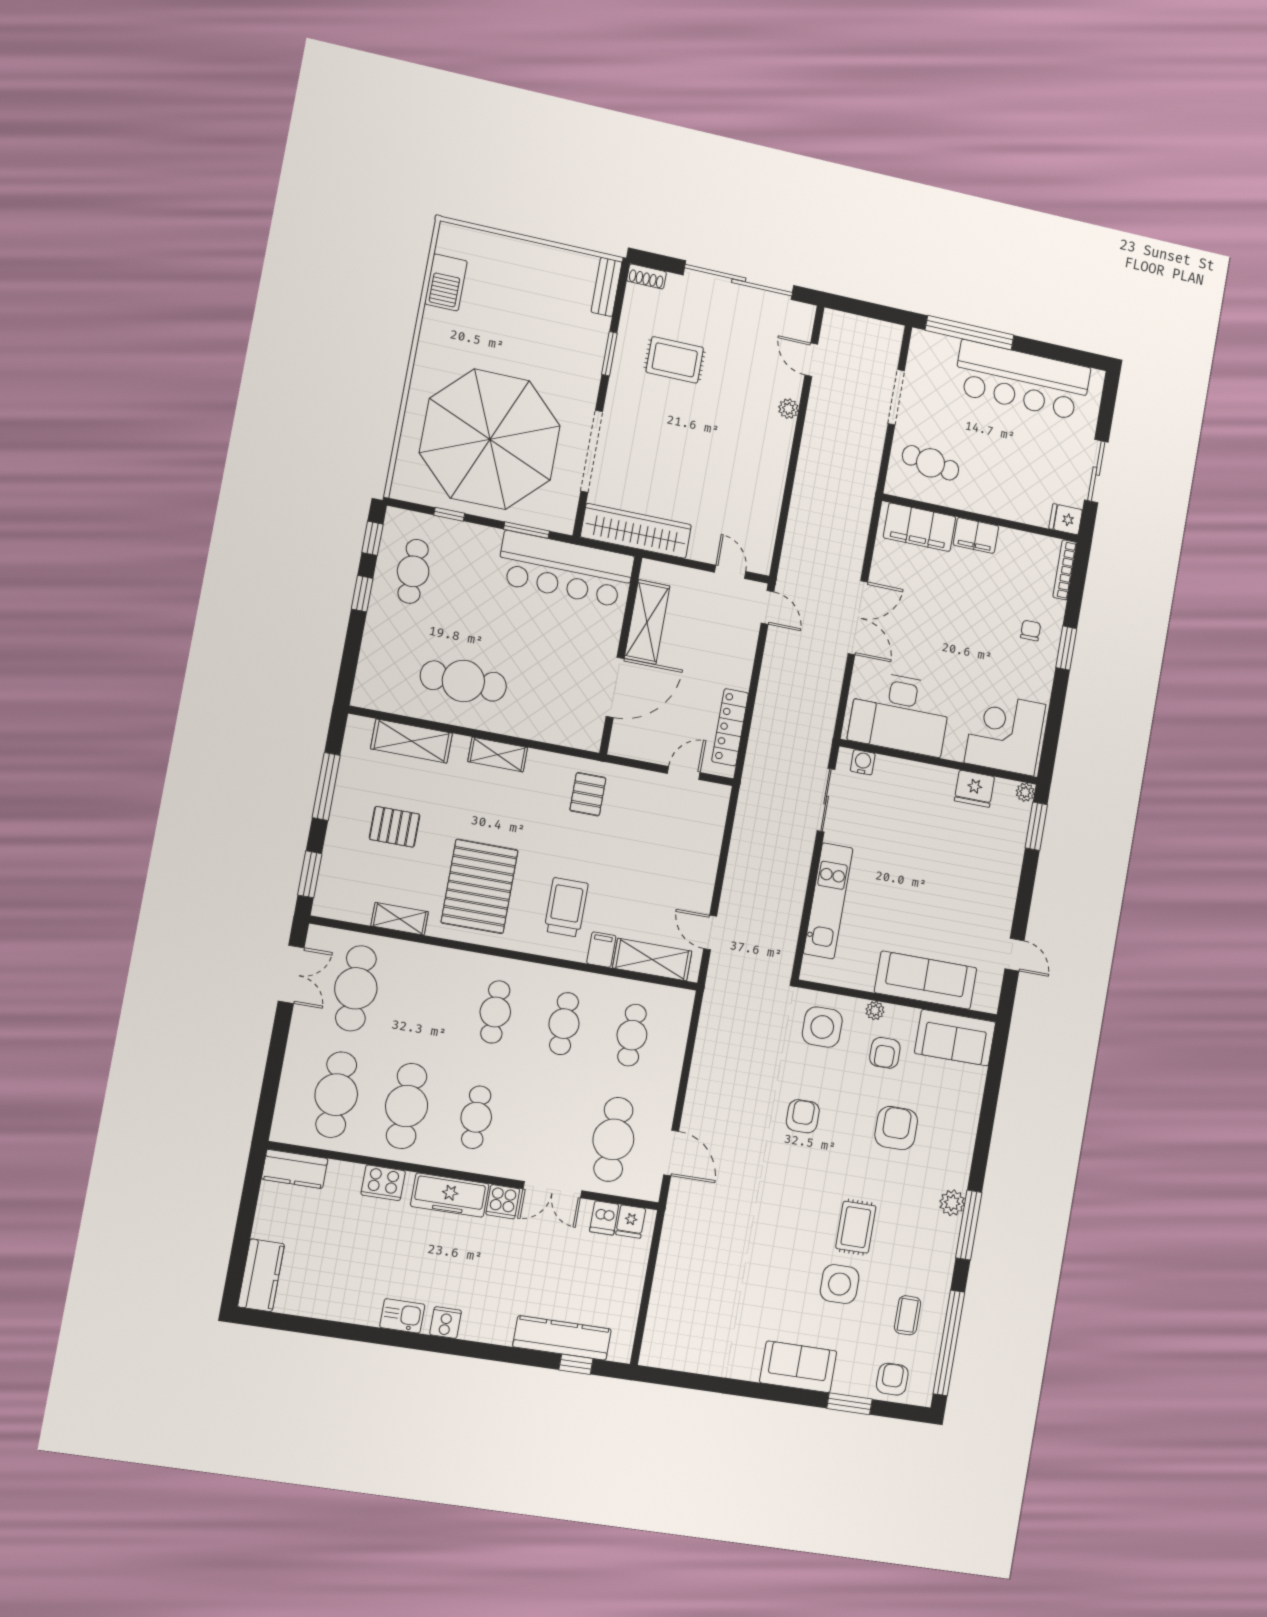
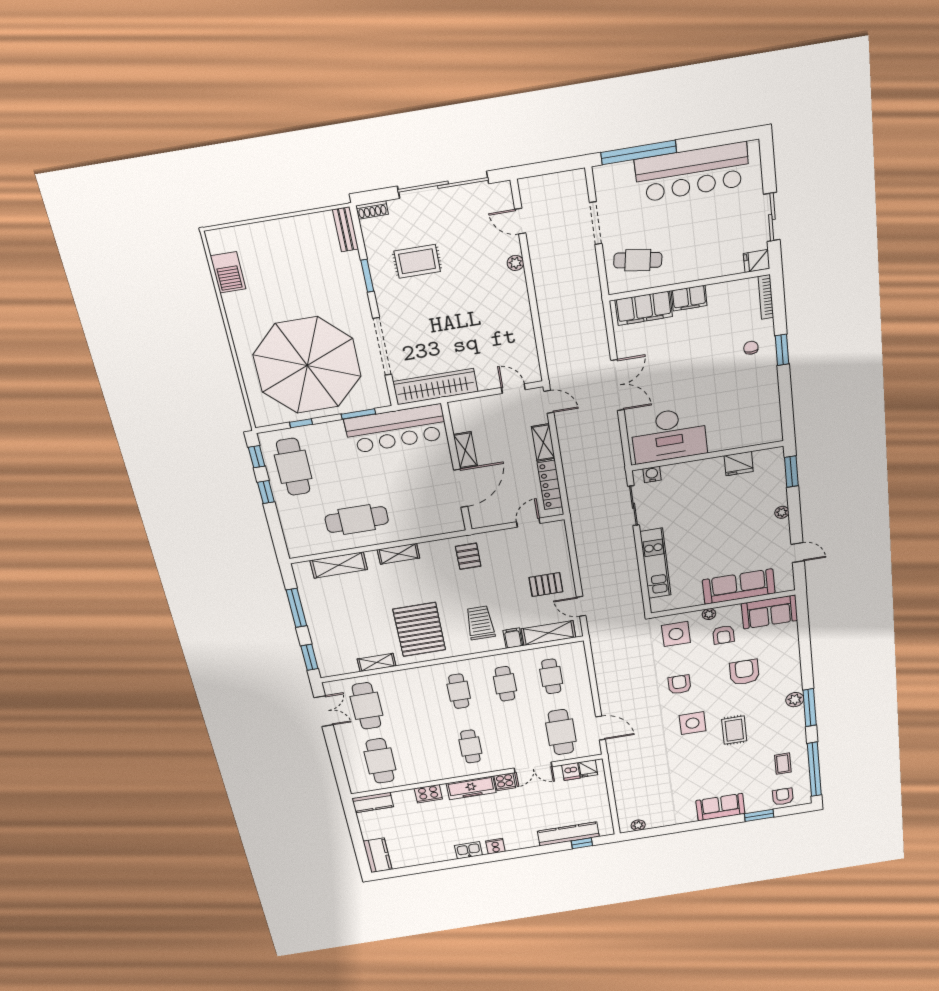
cafe table: (413, 571) -> (293, 467), width x1.37, depth x1.35
shelving: (647, 622) -> (465, 450), width x0.67, depth x0.75
shelving: (742, 662) -> (543, 442), added
corner desk: (1005, 734) -> (751, 422), removed
plant: (1025, 792) -> (782, 512), moved
pallet: (395, 827) -> (546, 585), moved
cafe table: (407, 1106) -> (425, 754), removed
side table: (840, 1284) -> (693, 723), moved
plant: (670, 1358) -> (638, 825), added

